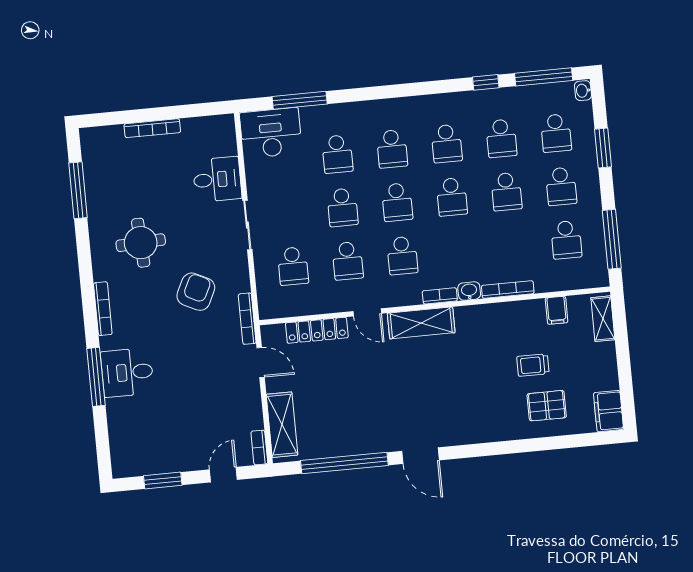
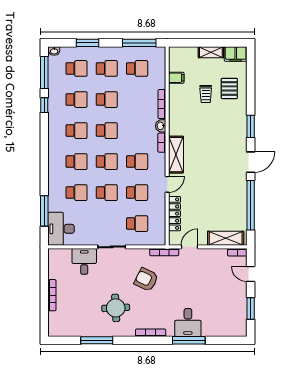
window: (78, 190) -> (97, 340), moved
shelving: (603, 319) -> (211, 52), moved
window: (483, 450) -> (251, 126), added

